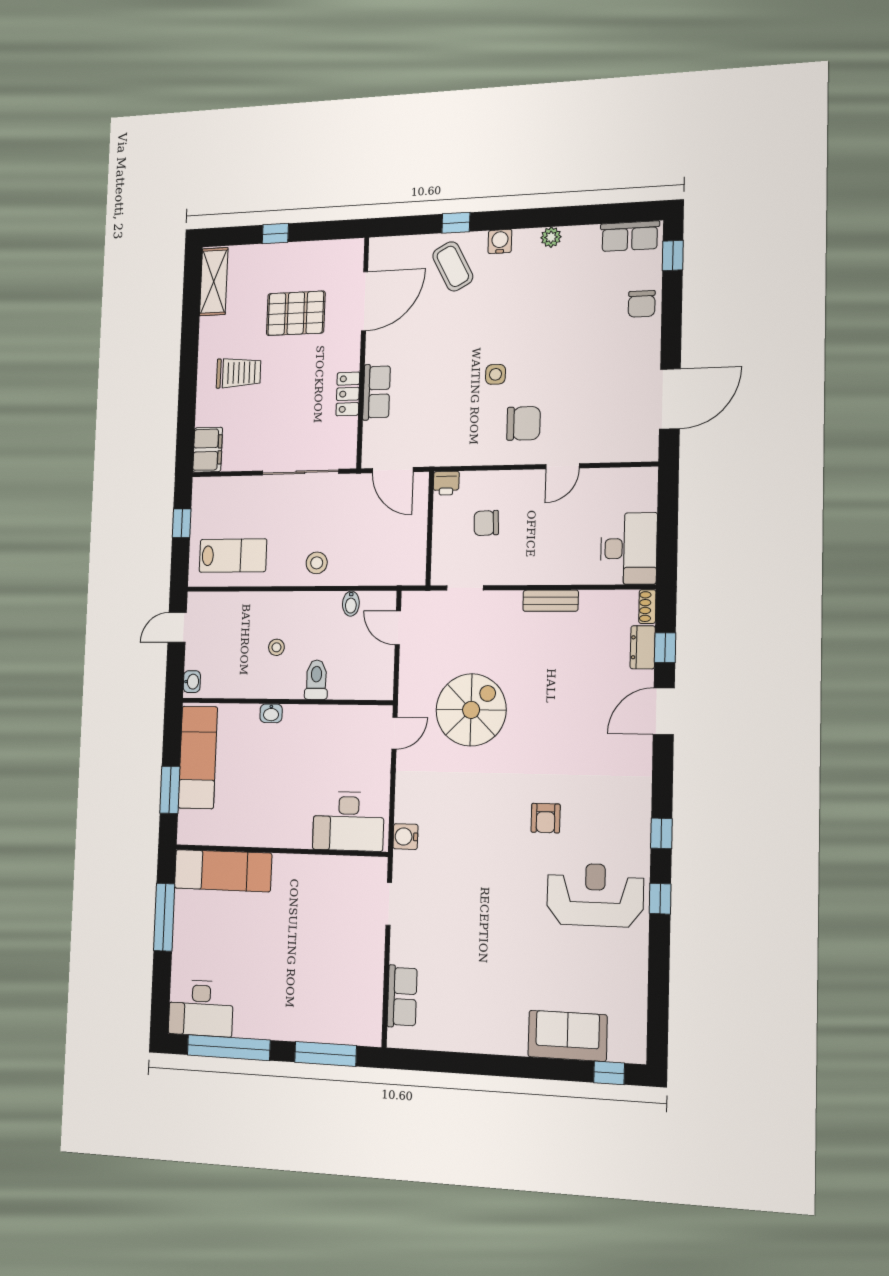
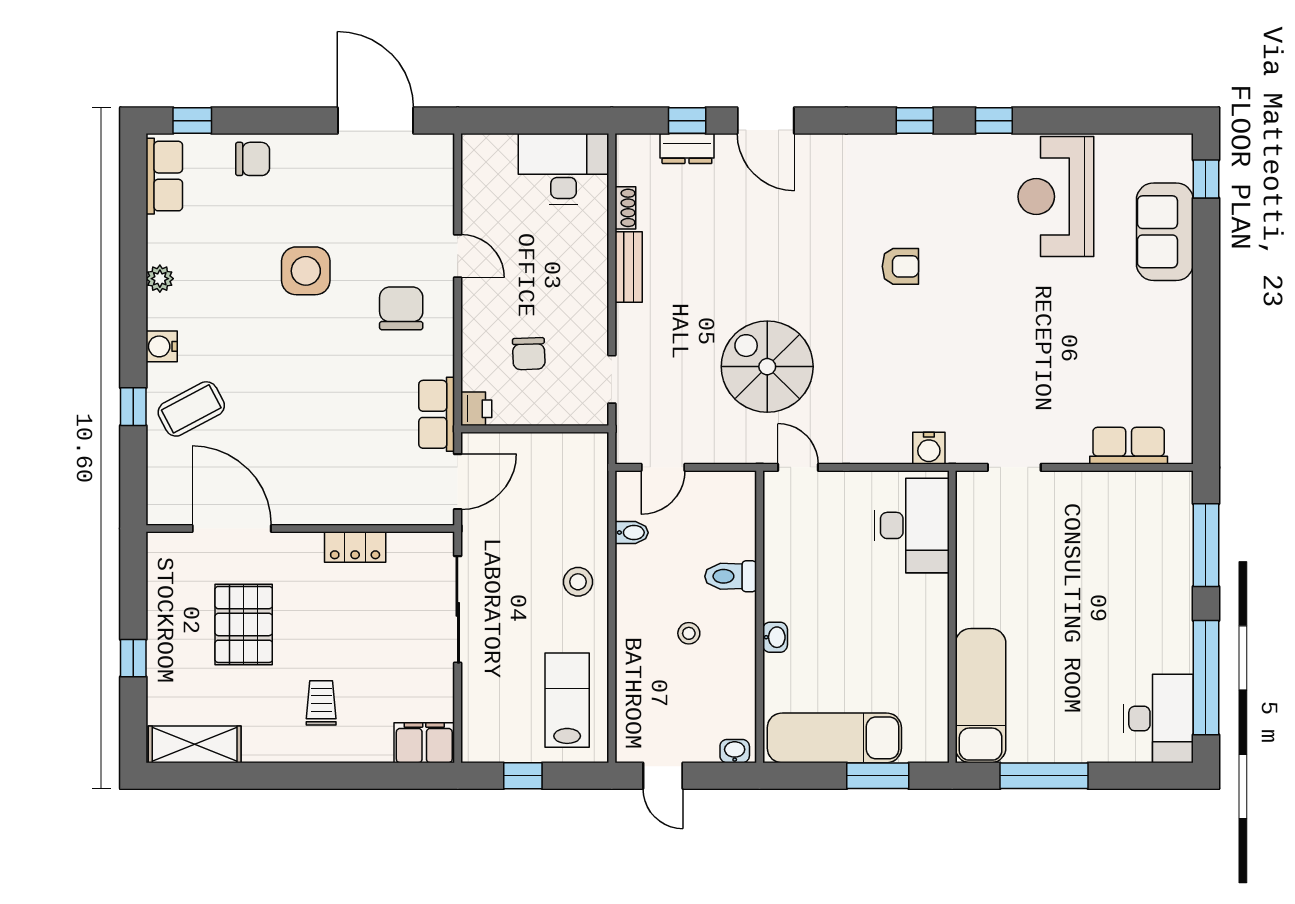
trolley: (239, 373) -> (321, 703), width x0.73, depth x0.72
side table: (495, 374) -> (306, 271), moved, width x1.87, depth x1.87
row of seats: (377, 392) -> (437, 414), moved, turned -90
shoe rack: (647, 607) -> (625, 208), moved, turned -90
reception desk: (595, 895) -> (1056, 197), moved

